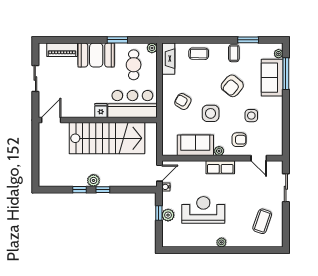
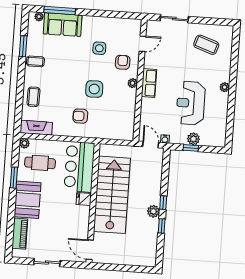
armchair: (232, 86) -> (68, 65), removed
armchair: (183, 101) -> (80, 116), turned 60
sofa: (195, 145) -> (125, 107), removed

